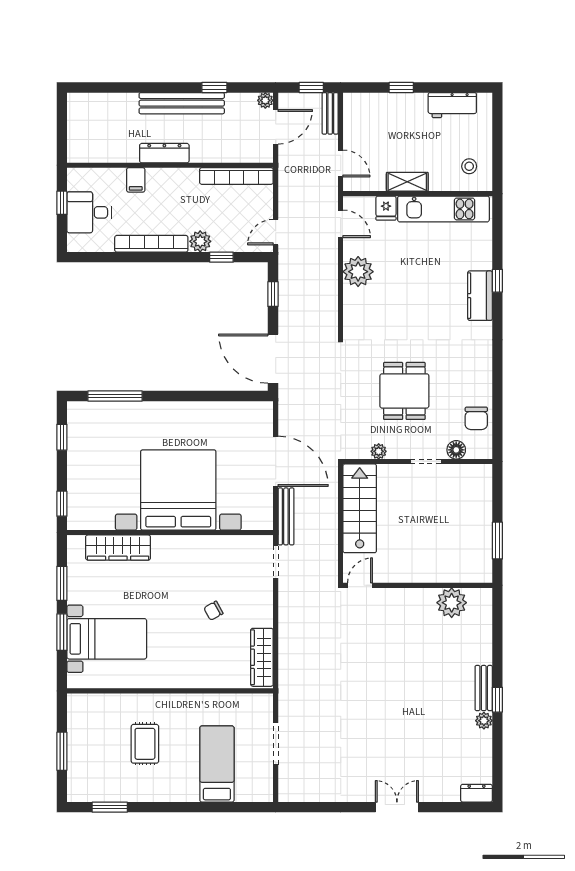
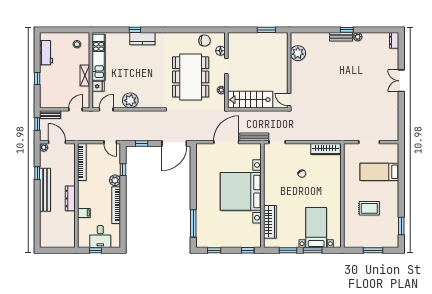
dining table: (404, 391) -> (191, 77), width x1.88, depth x1.24

